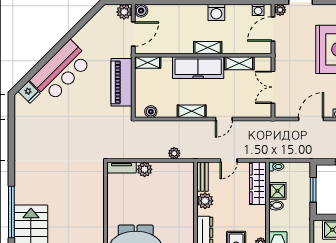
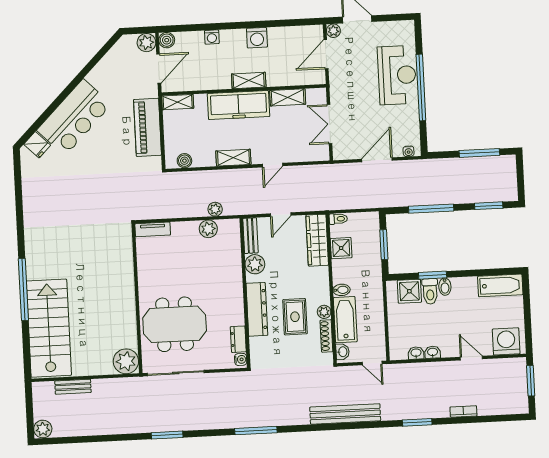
washing machine: (258, 10) -> (212, 37), moved
plant: (145, 169) -> (208, 229), moved
bidet: (276, 205) -> (342, 290), moved

